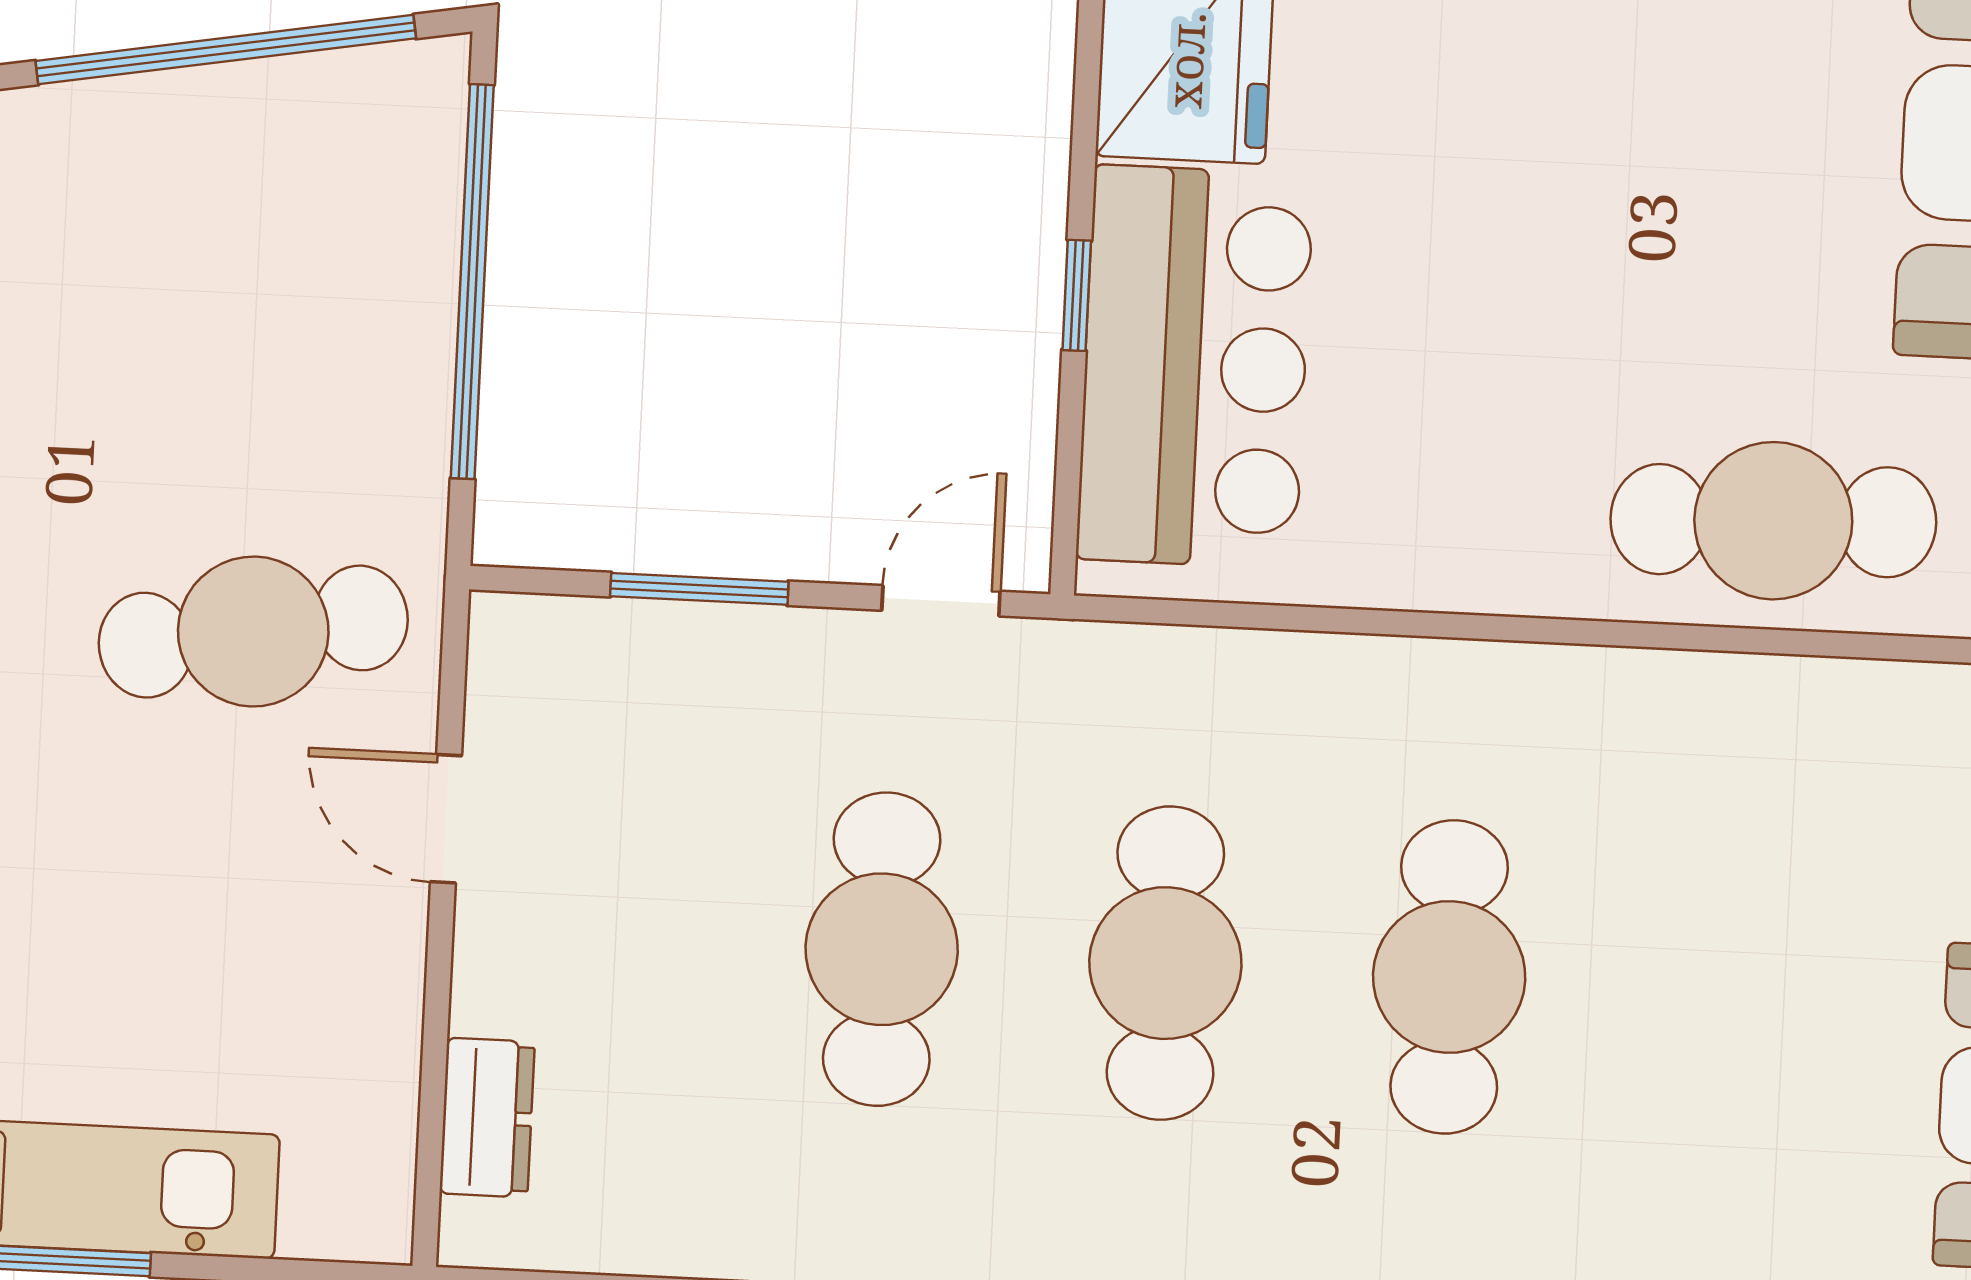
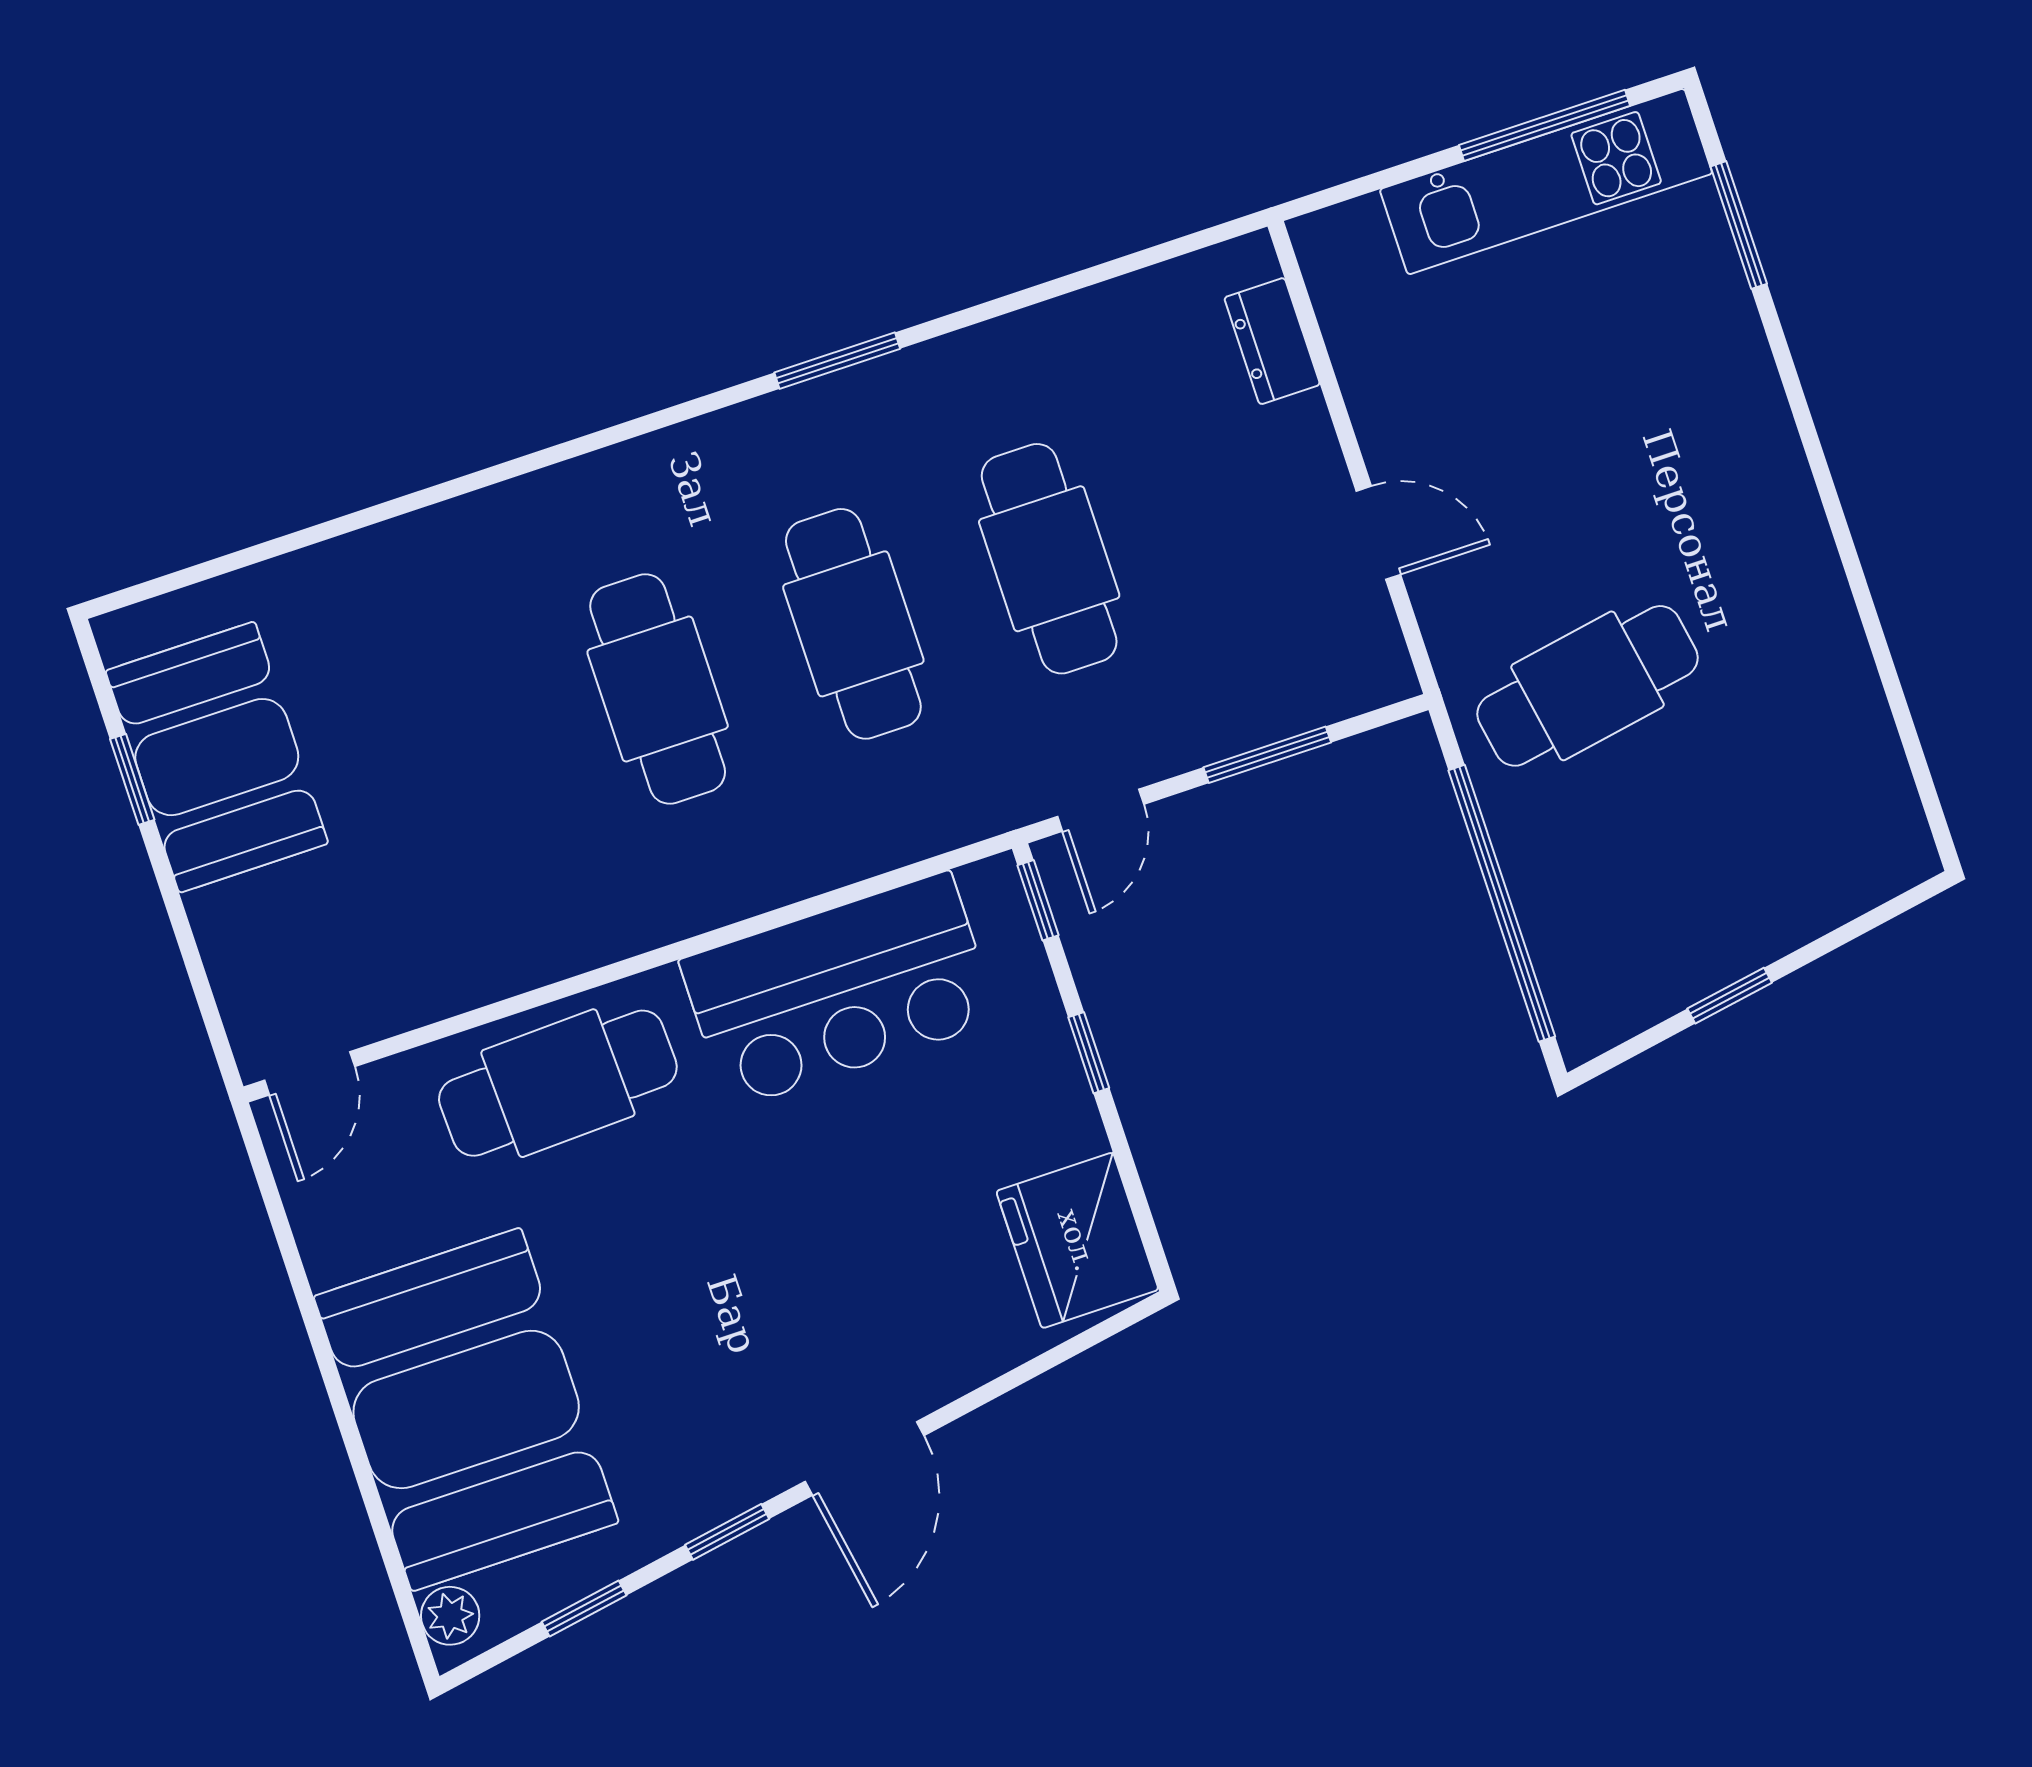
window: (226, 50) -> (1730, 996), width x0.32
bar counter: (1195, 367) -> (839, 990), moved, turned -90
window: (1066, 516) -> (1038, 900), added
cafe table: (253, 632) -> (1587, 686), moved

